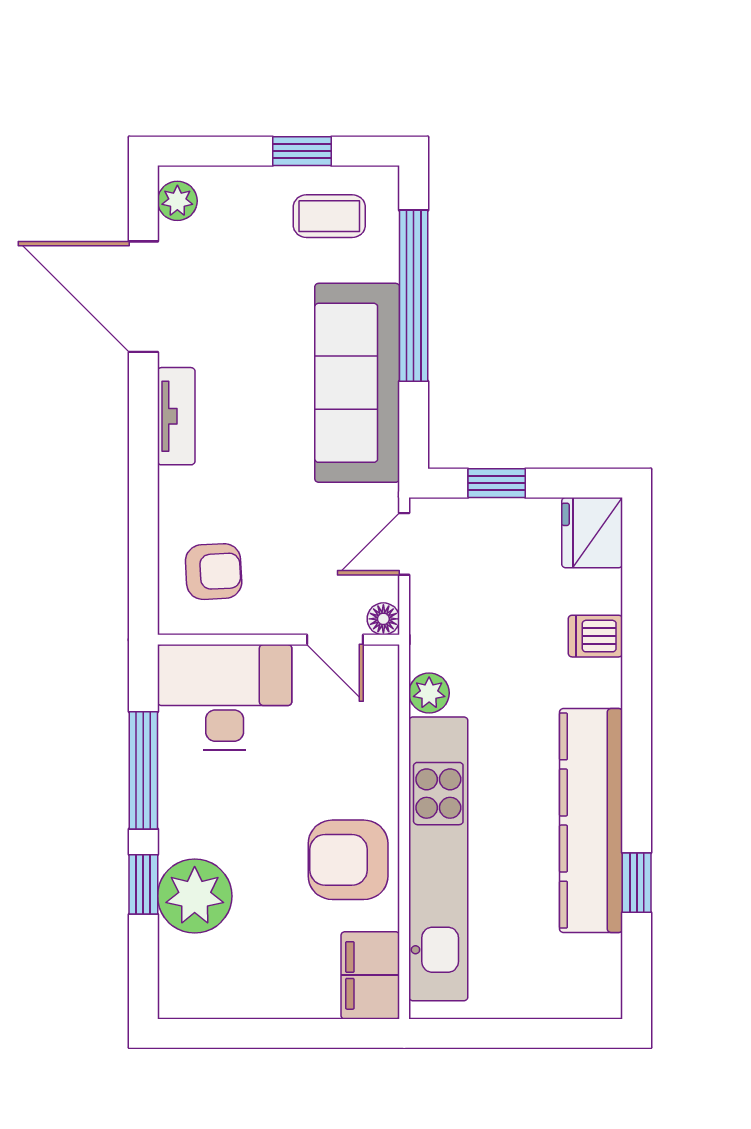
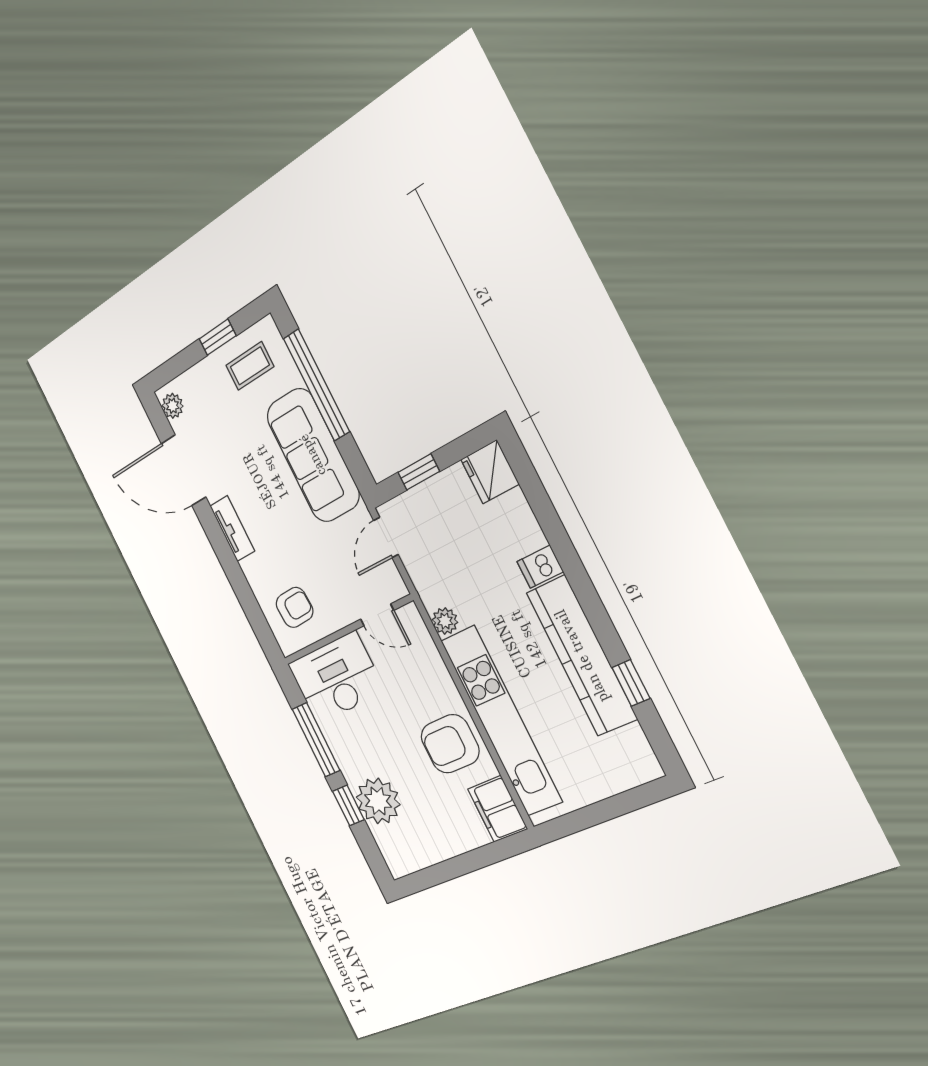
floor lamp: (383, 619) -> (397, 589), removed
dishwasher: (595, 636) -> (540, 567), moved

